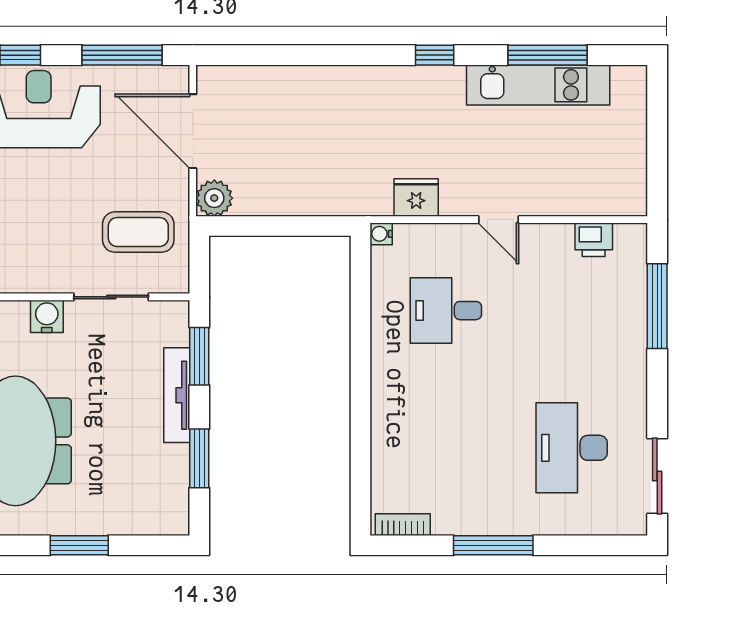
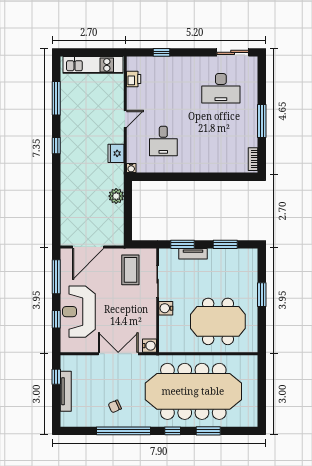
kitchen unit: (538, 85) -> (93, 65), moved, turned 90
plant: (214, 198) -> (116, 196), moved
window: (657, 306) -> (161, 52), width x0.46
tv unit: (177, 395) -> (193, 254), width x0.71

